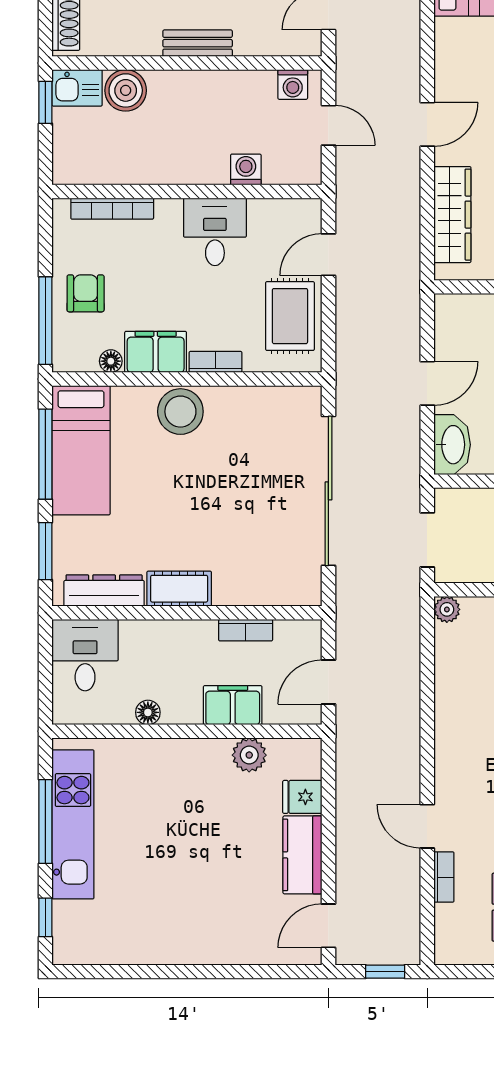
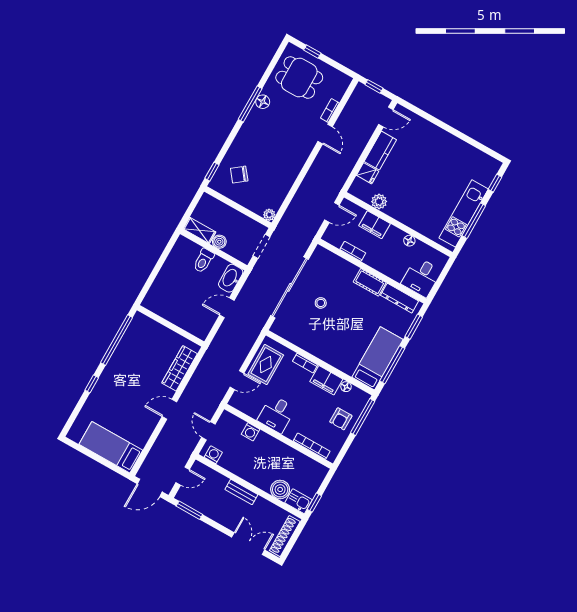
stool: (180, 412) -> (321, 303), moved, width x0.53, depth x0.53

